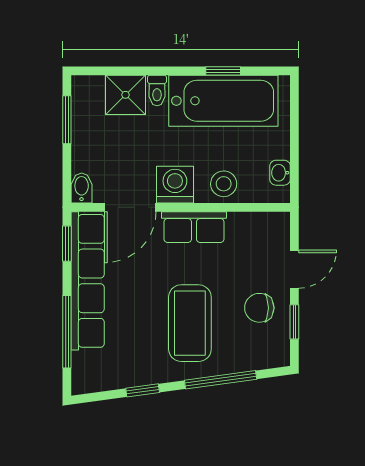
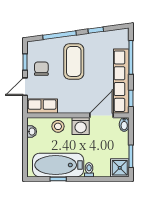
shower: (126, 95) -> (120, 168), moved
row of seats: (194, 227) -> (42, 106), moved
chair: (259, 308) -> (41, 69), turned -90

